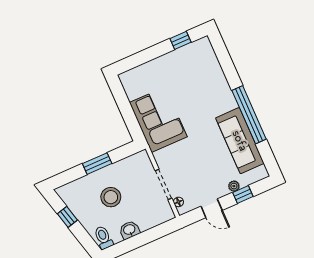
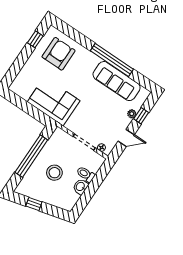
armchair: (196, 72) -> (59, 54), added
window: (97, 164) -> (31, 156), width x2.11
toilet: (103, 238) -> (86, 174), moved

